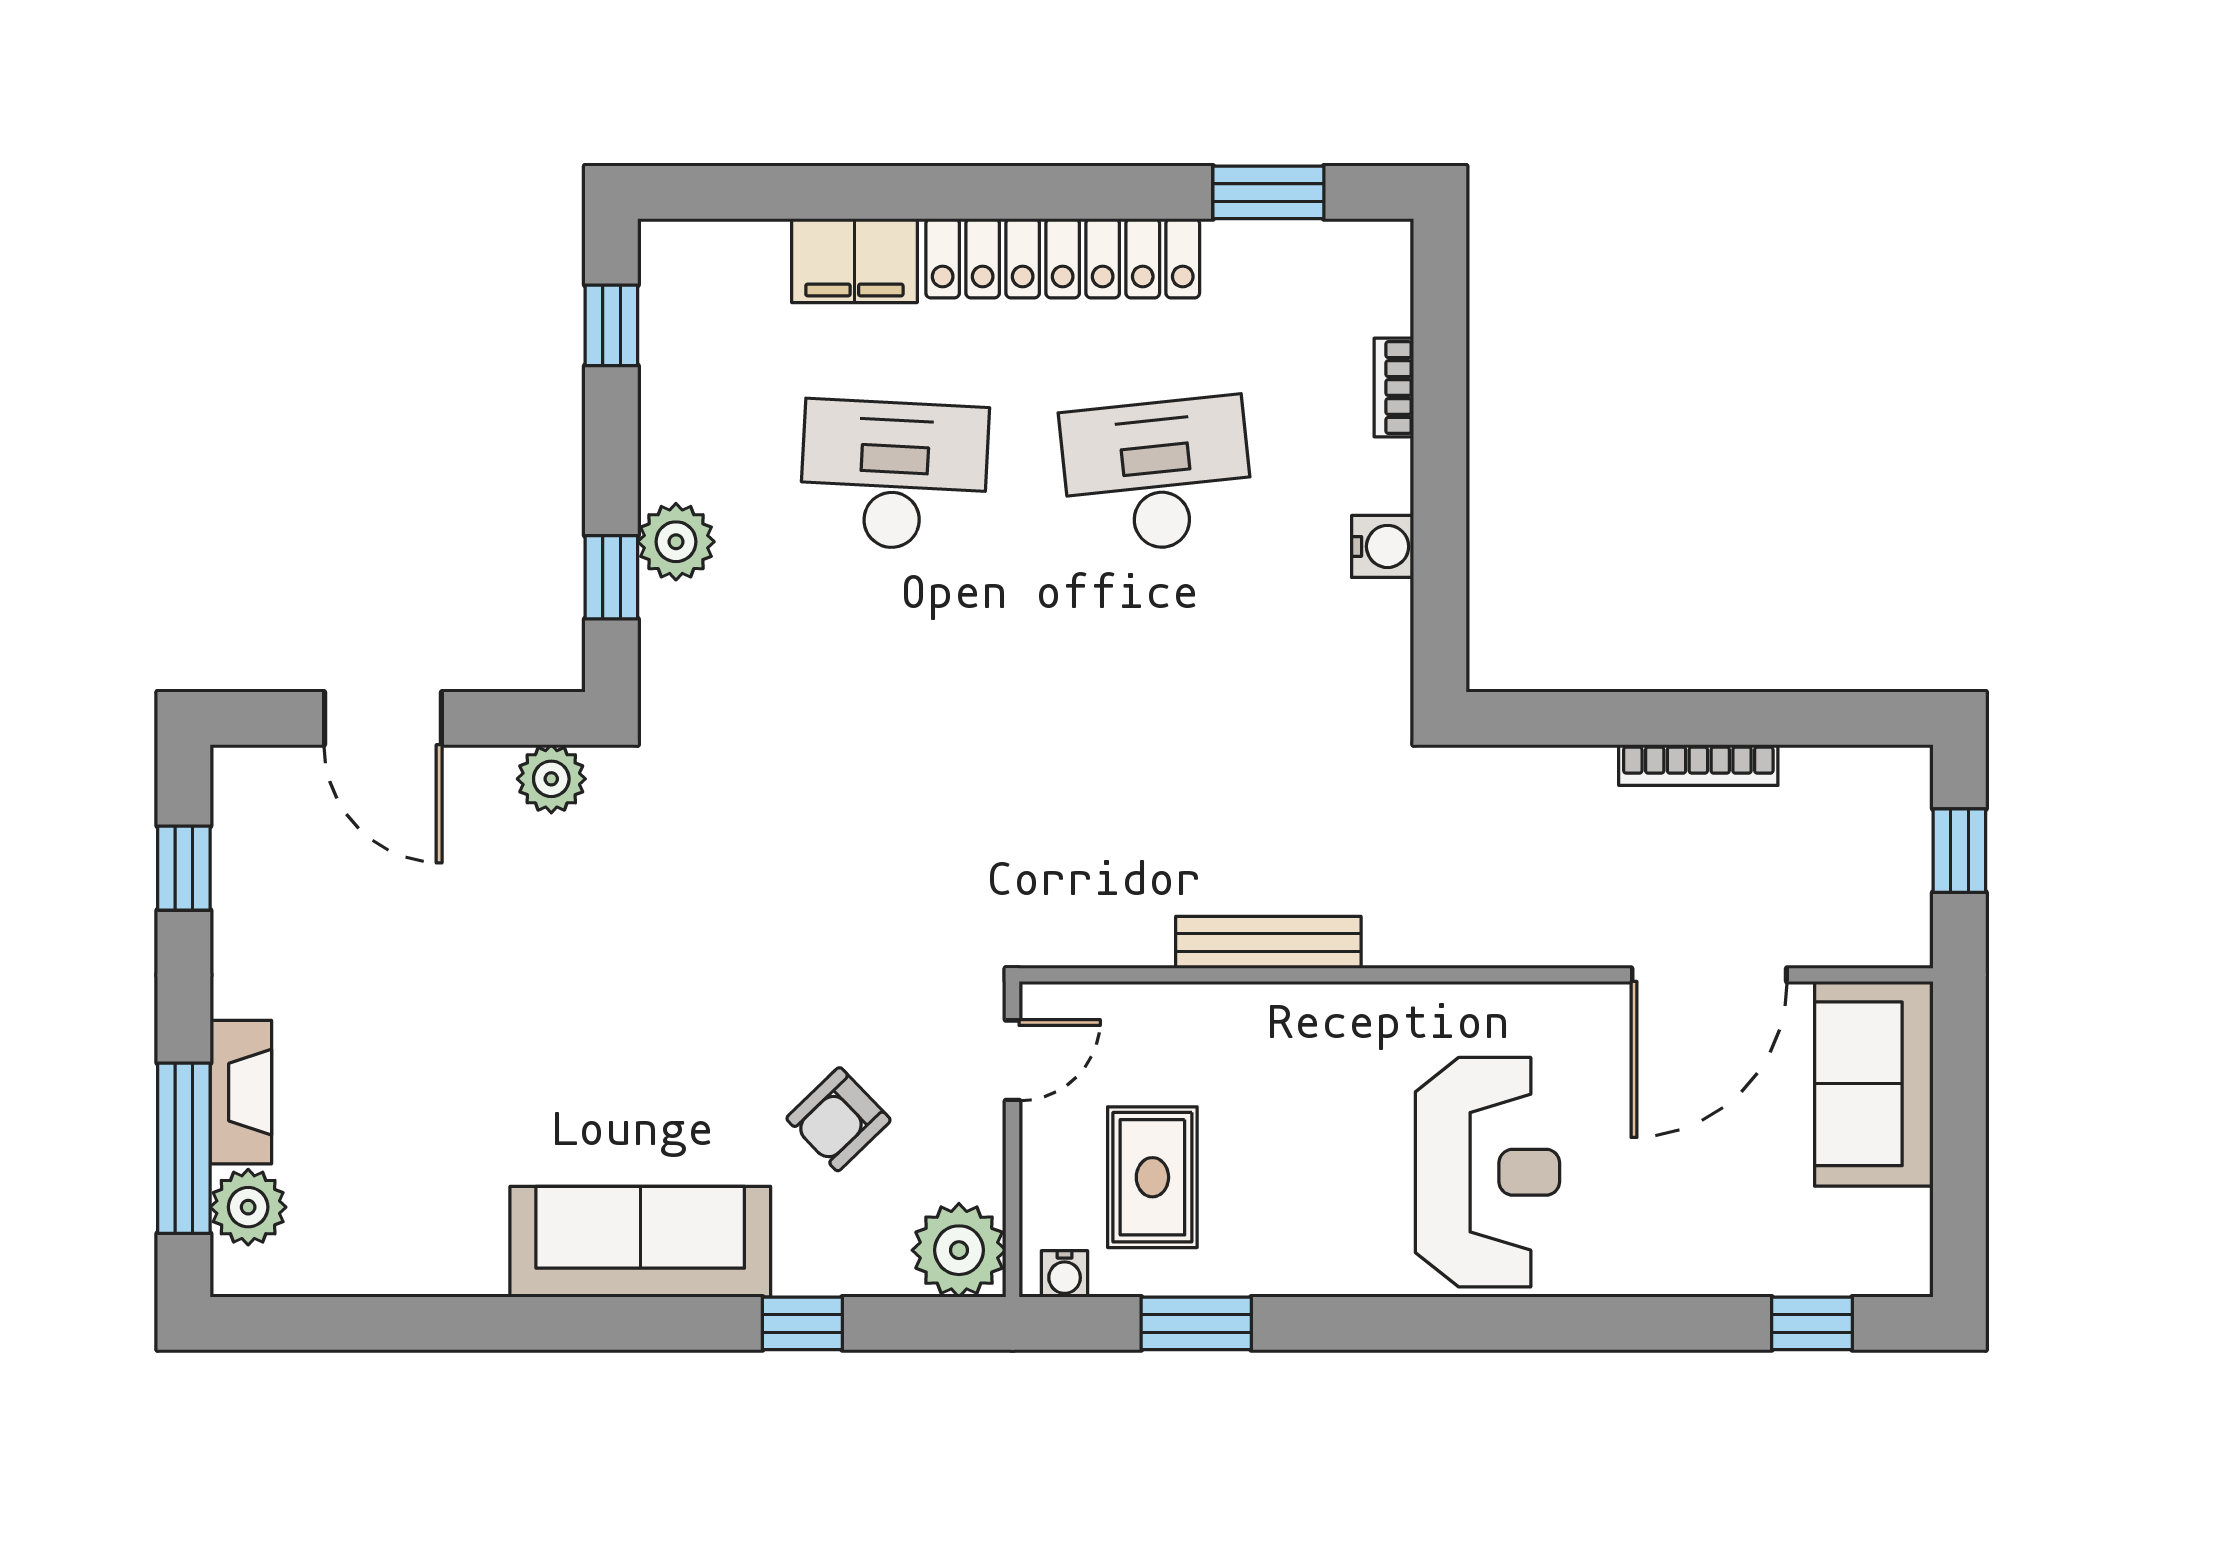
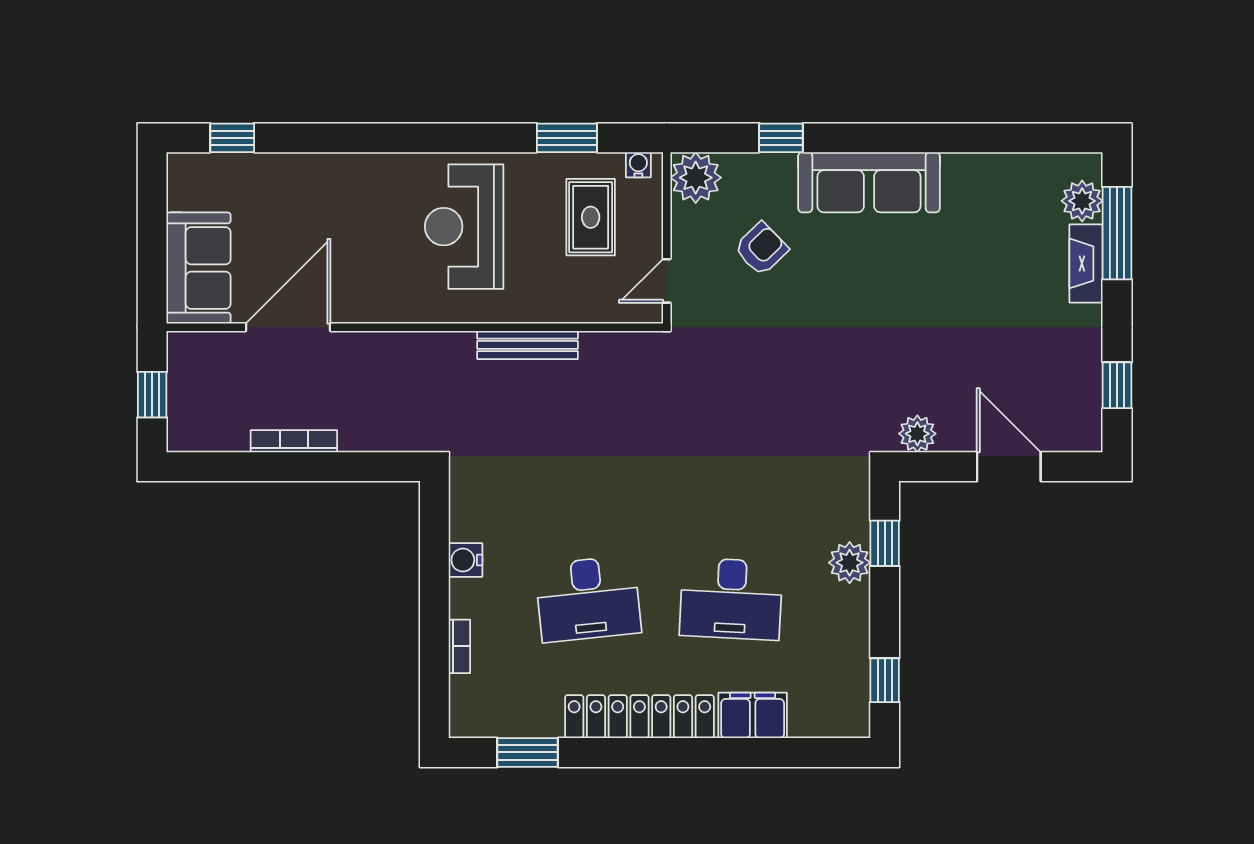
reception desk: (1487, 1172) -> (464, 227), moved

